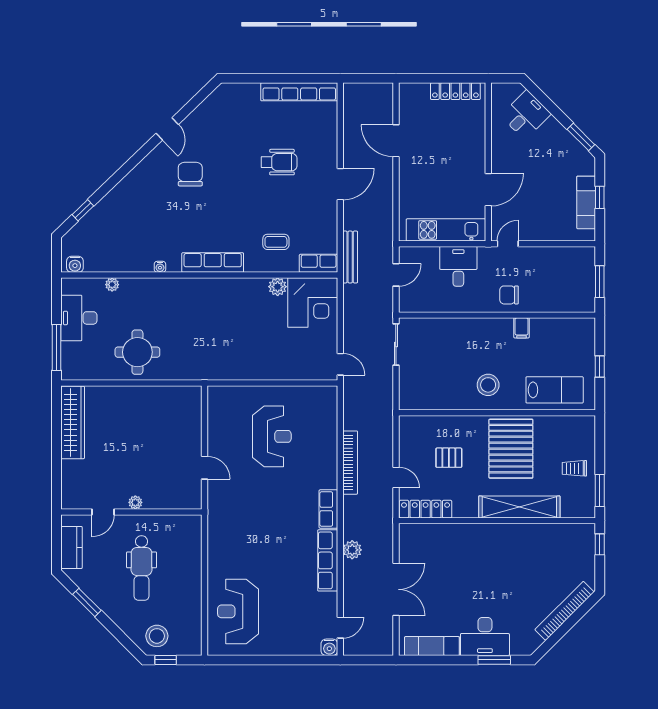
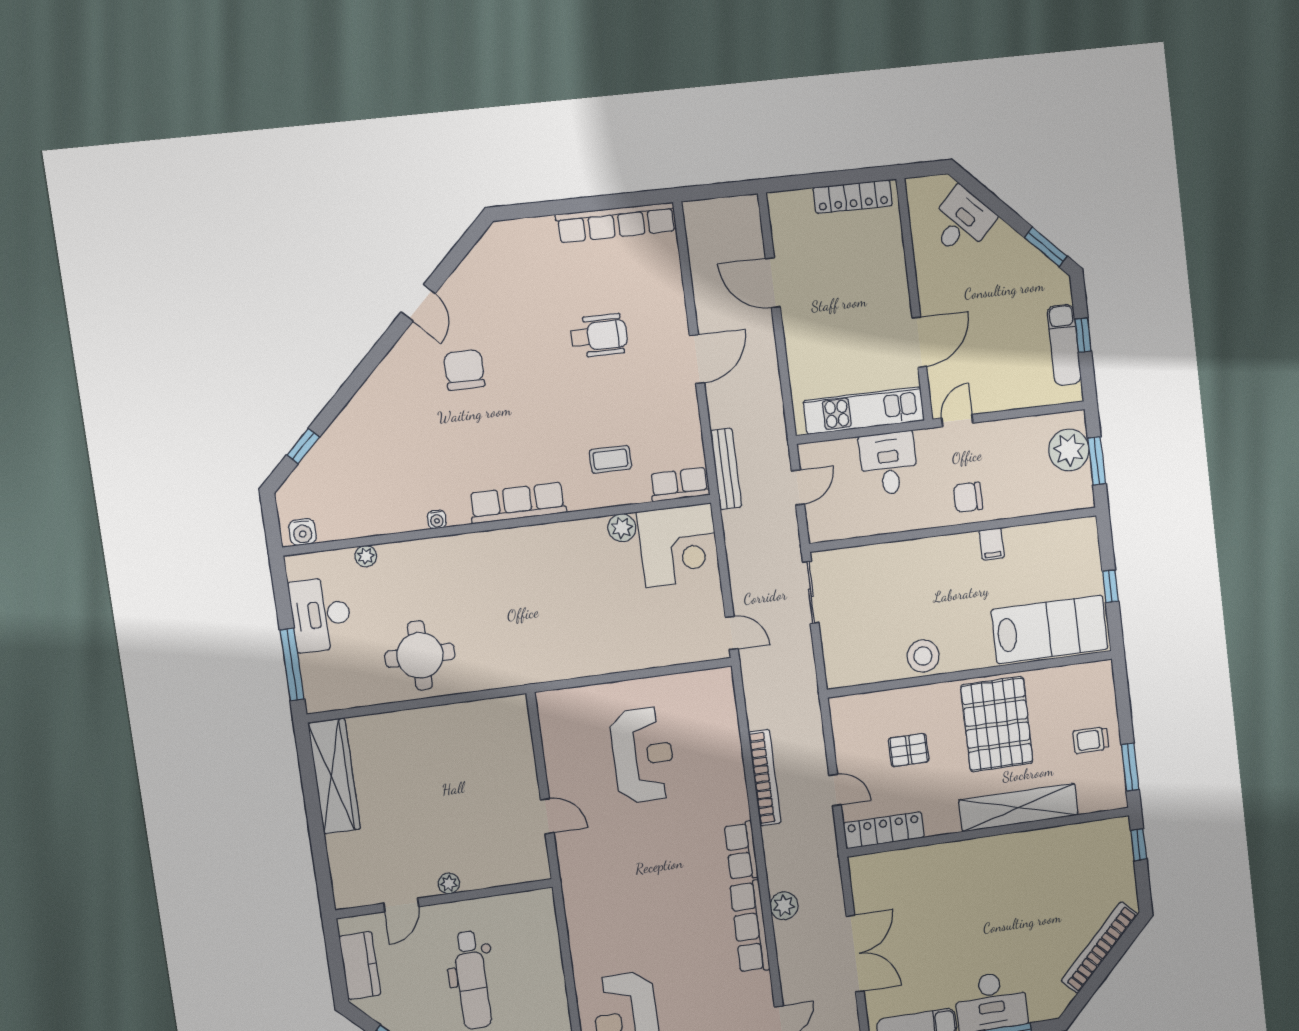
plant: (581, 272) -> (1069, 450), added
stool: (488, 385) -> (923, 656), moved
lab bench: (555, 390) -> (1050, 629), width x1.36, depth x1.39

